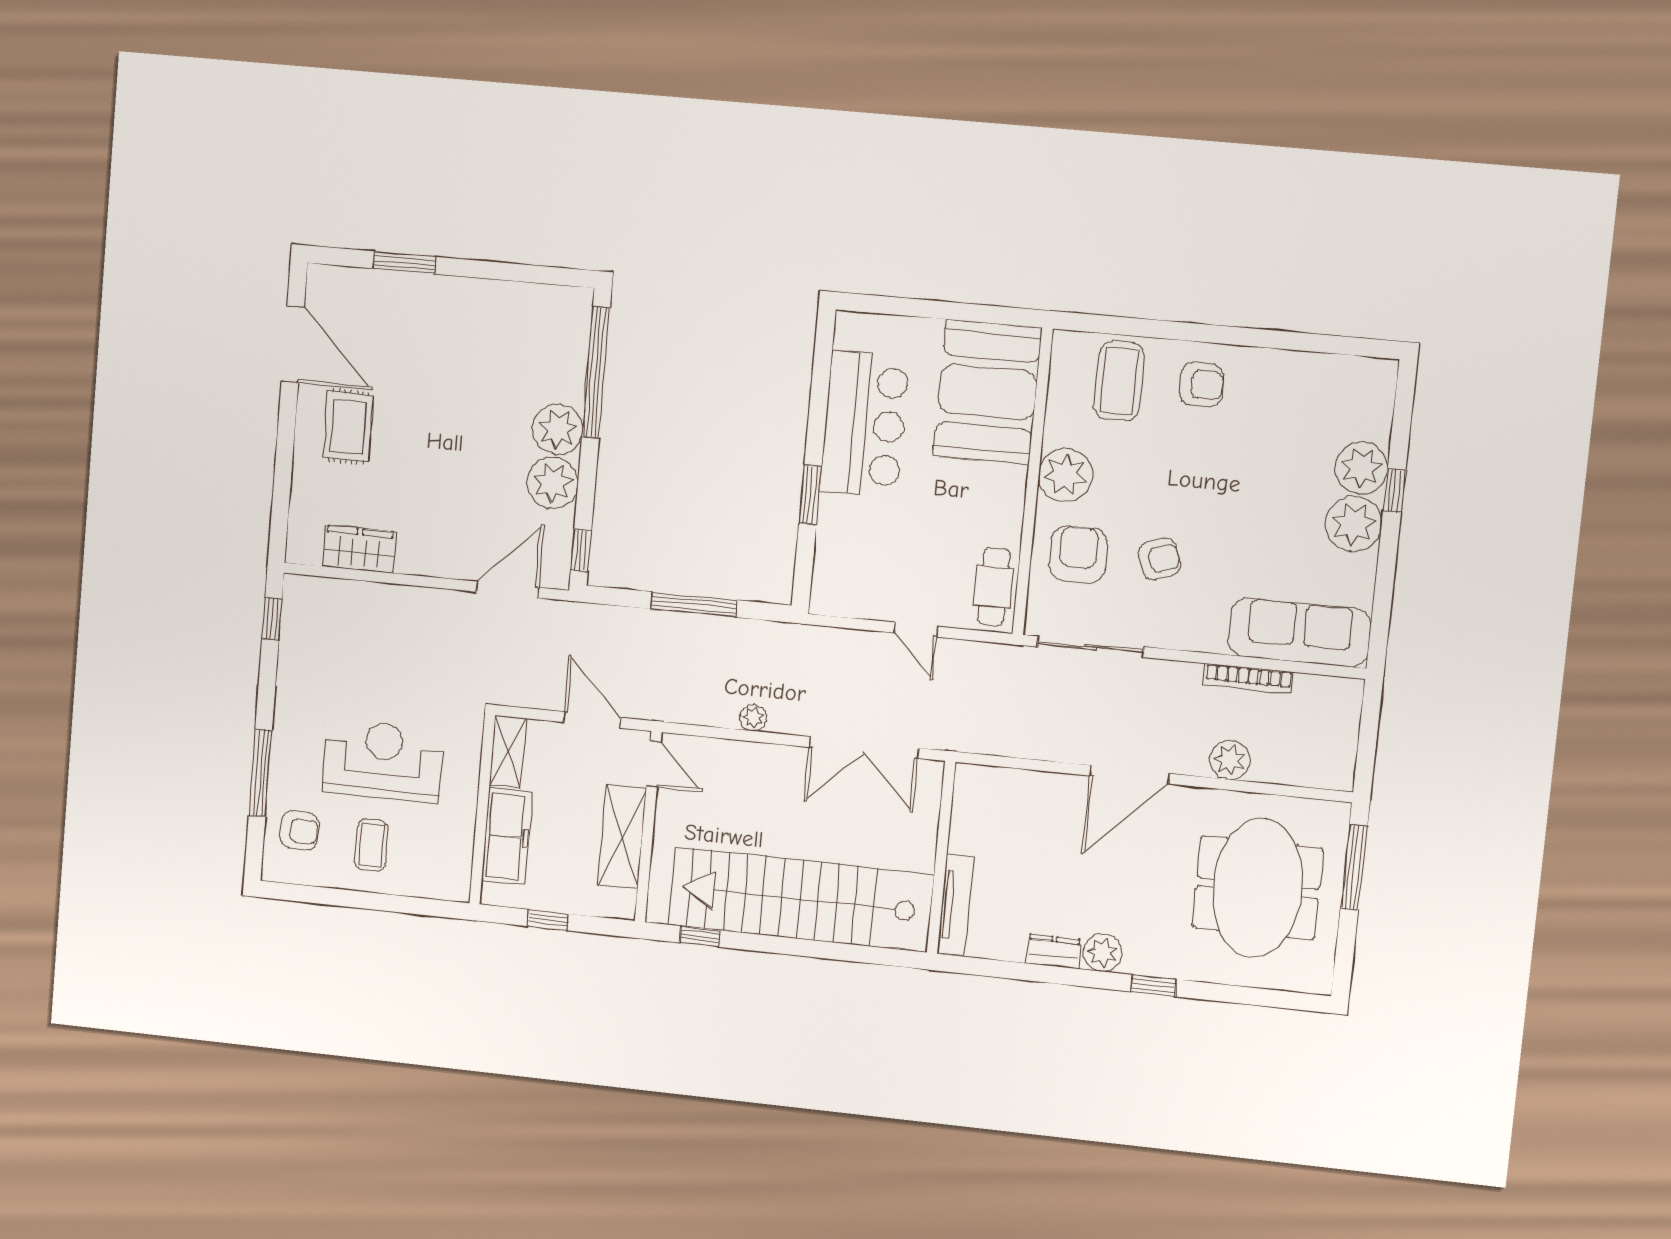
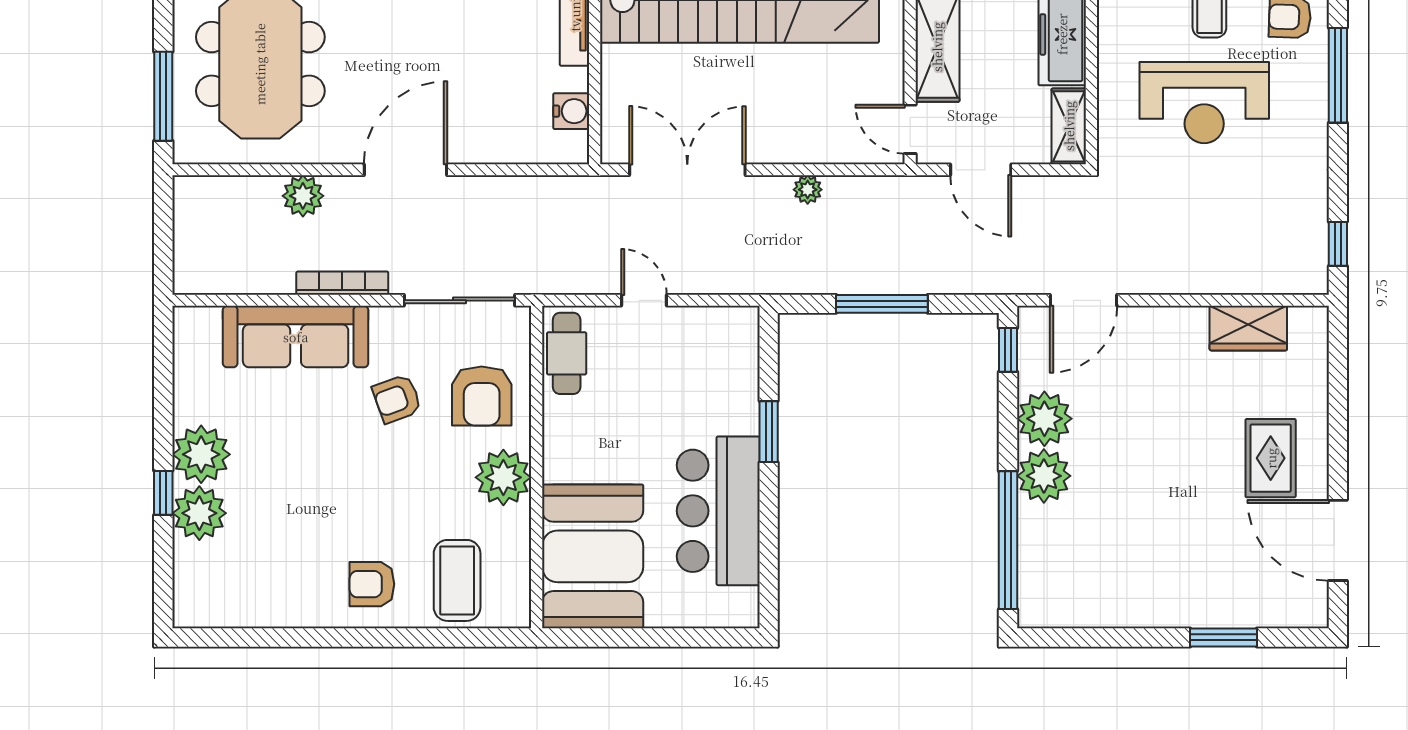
sofa: (1299, 632) -> (296, 337), moved
bookcase: (1248, 679) -> (342, 283), moved
water cooler: (967, 813) -> (571, 111), added

